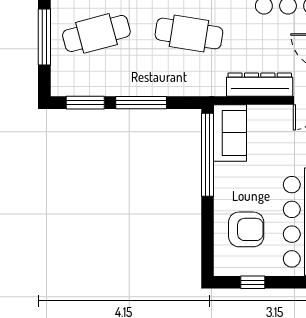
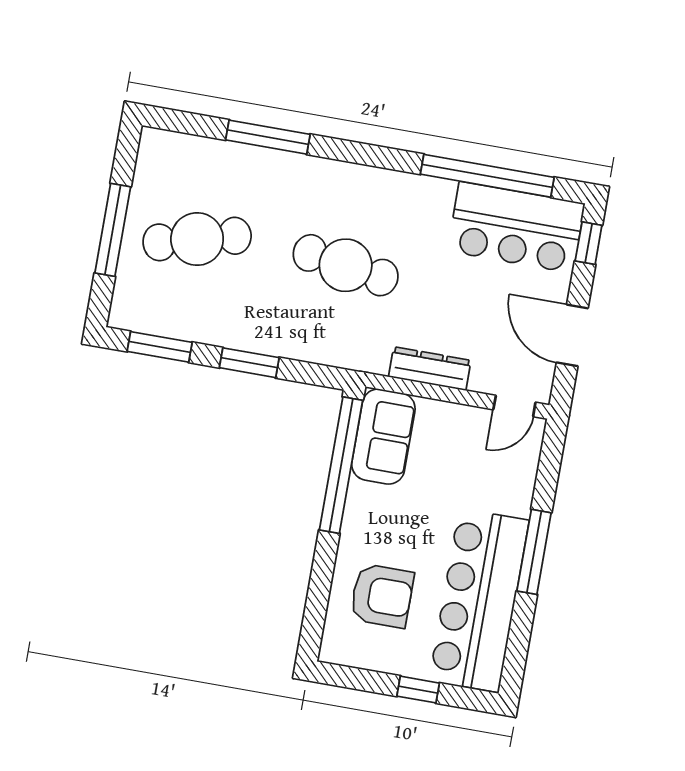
dresser: (260, 85) -> (430, 369), width x0.73, depth x0.80
window: (141, 103) -> (249, 363), width x0.69
window: (253, 282) -> (418, 690), moved

